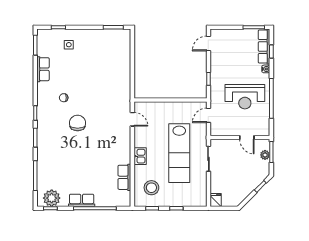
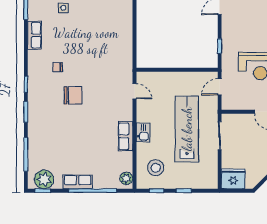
chair: (78, 123) -> (73, 95), turned 90
lab bench: (179, 153) -> (187, 129), turned 180
row of seats: (124, 177) -> (126, 136), moved
plant: (125, 197) -> (126, 178), added
fridge: (216, 200) -> (233, 179), width x1.88, depth x1.34

